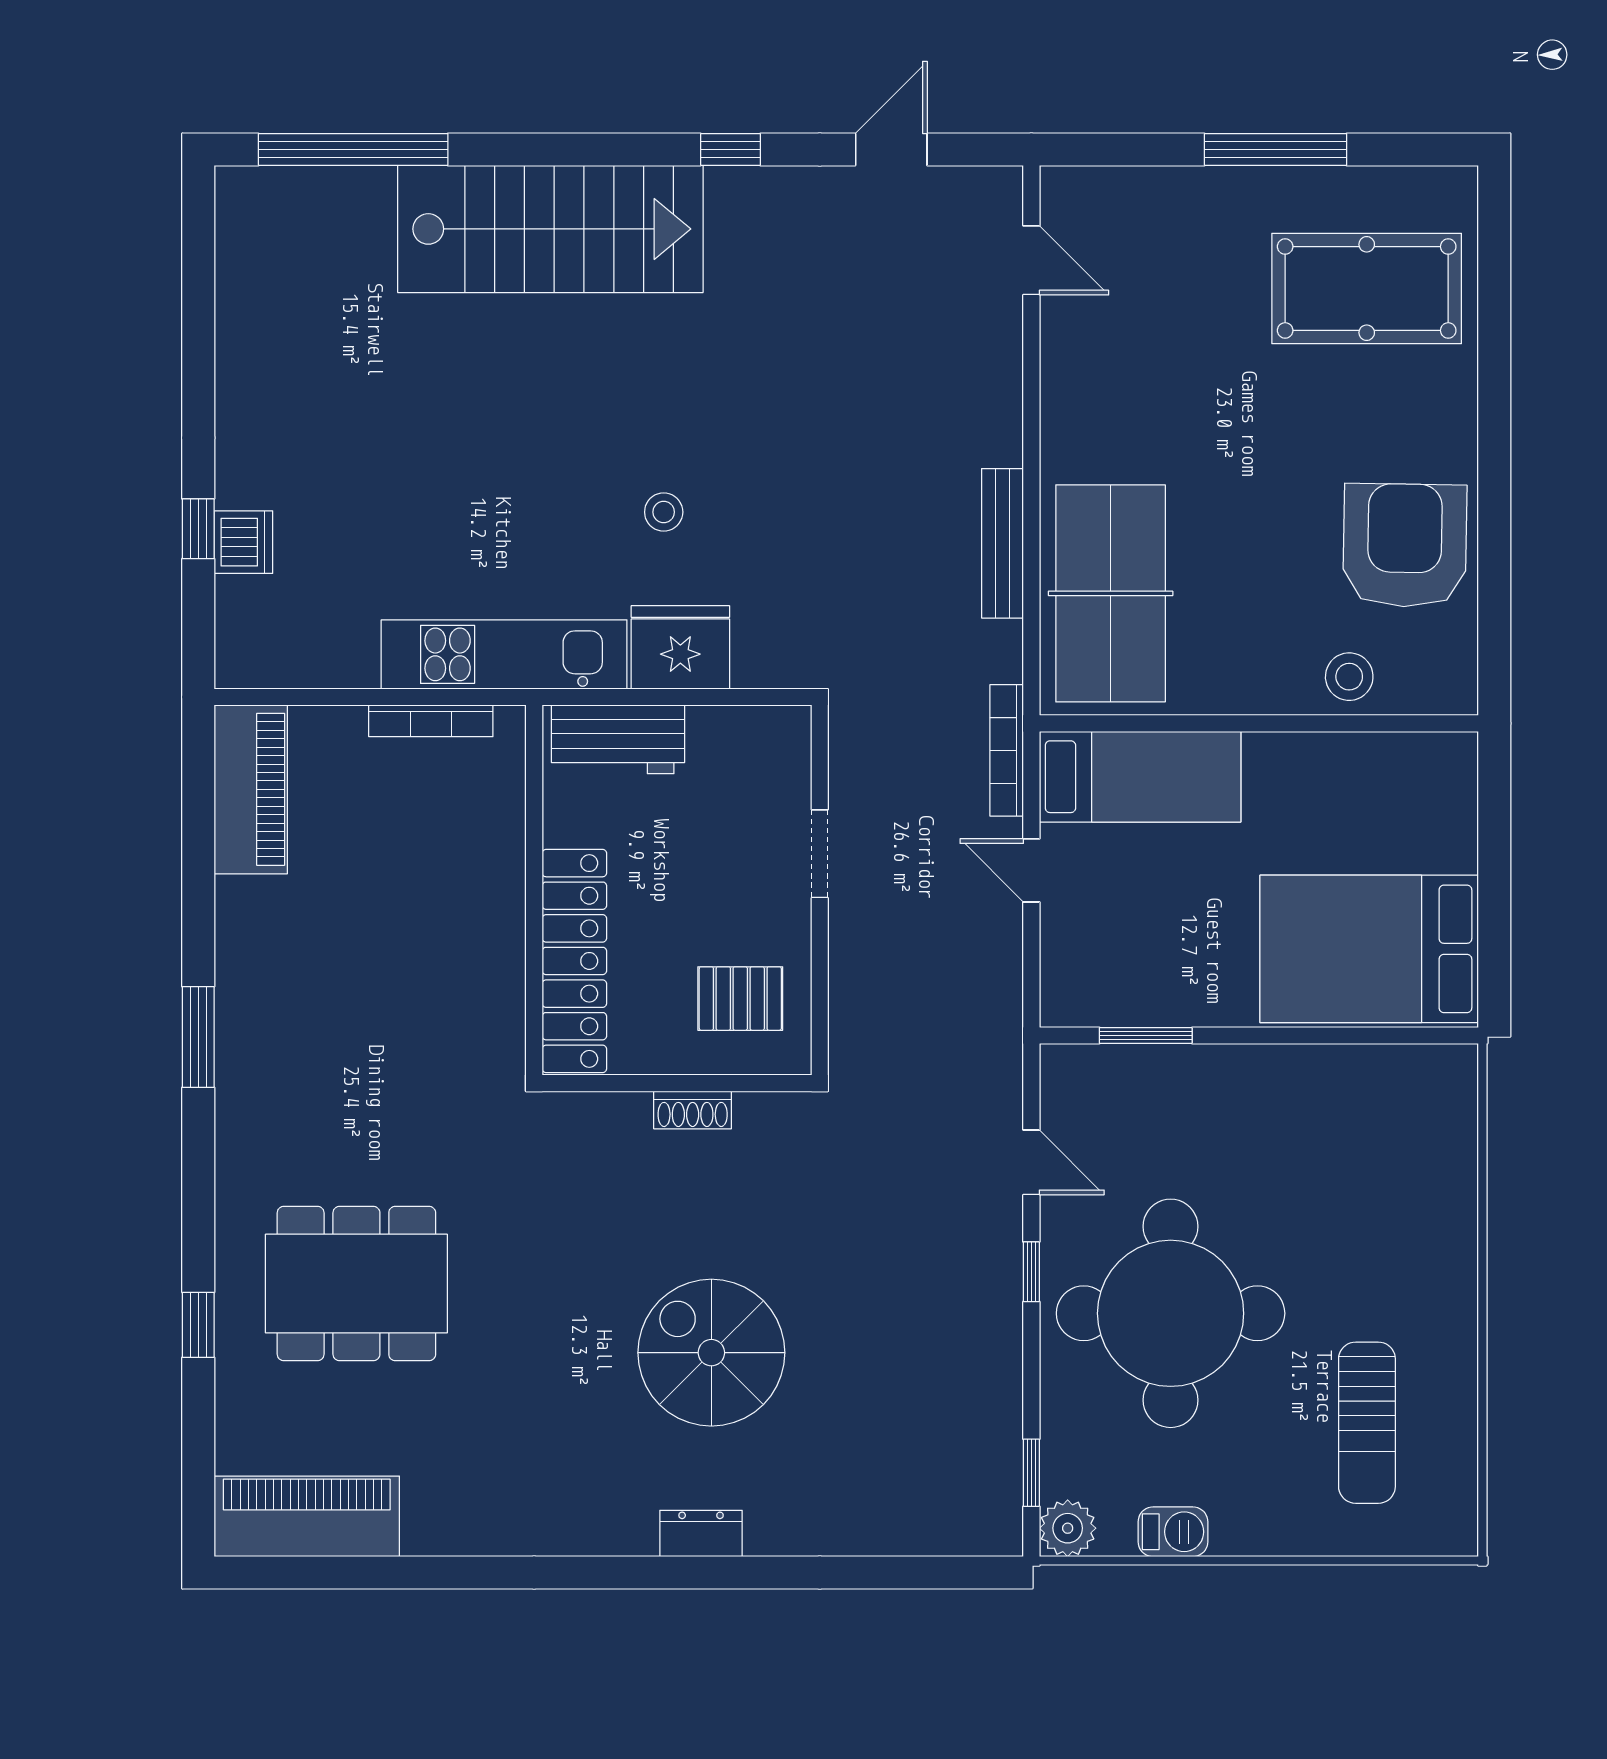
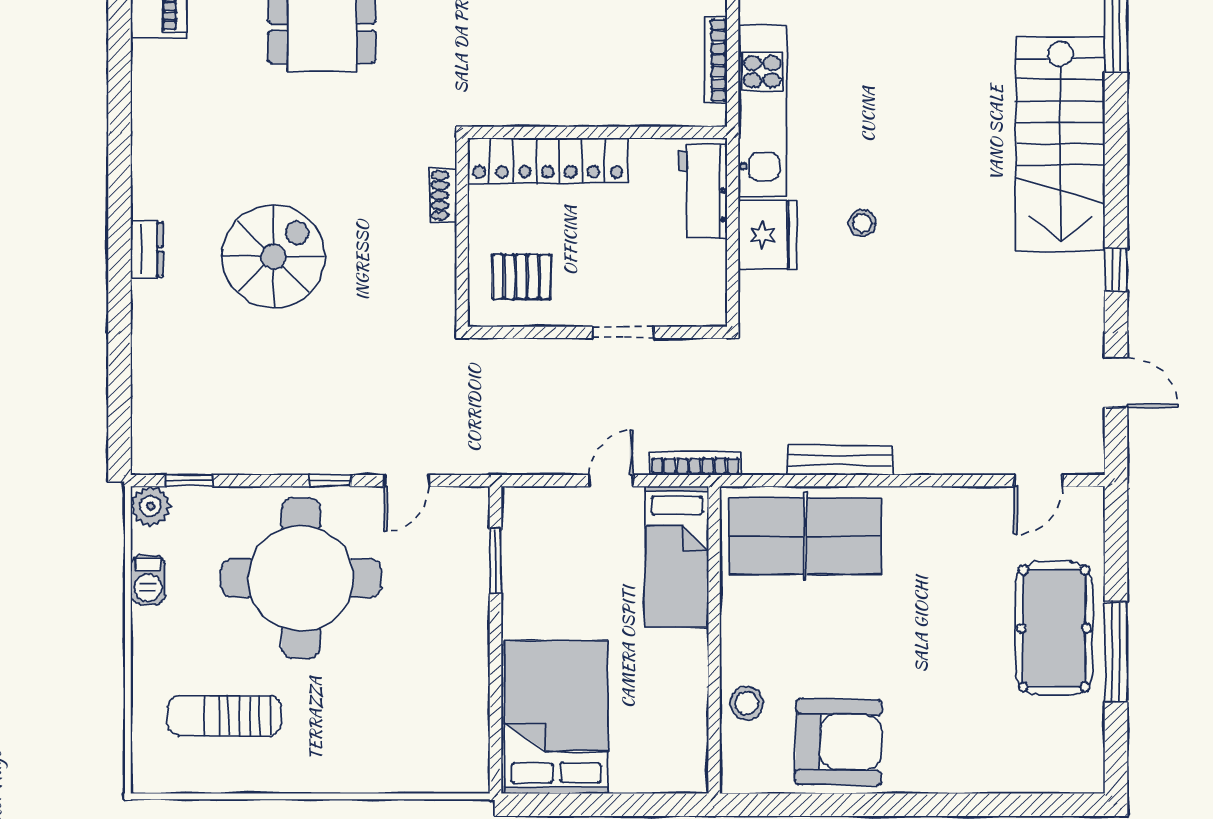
pool table: (1367, 288) -> (1054, 628), moved
pallet: (740, 999) -> (521, 277), turned 90
shoe rack: (693, 1110) -> (443, 195), moved

